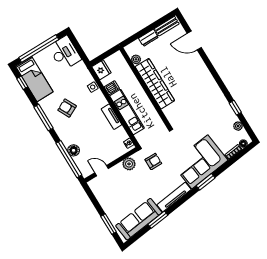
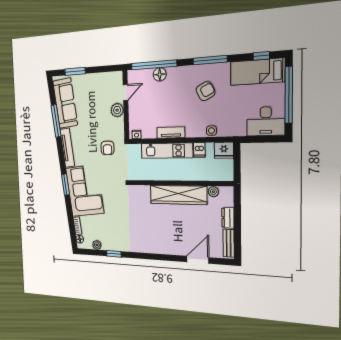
plant: (129, 164) -> (117, 110), moved
window: (158, 220) -> (56, 121), width x1.44

